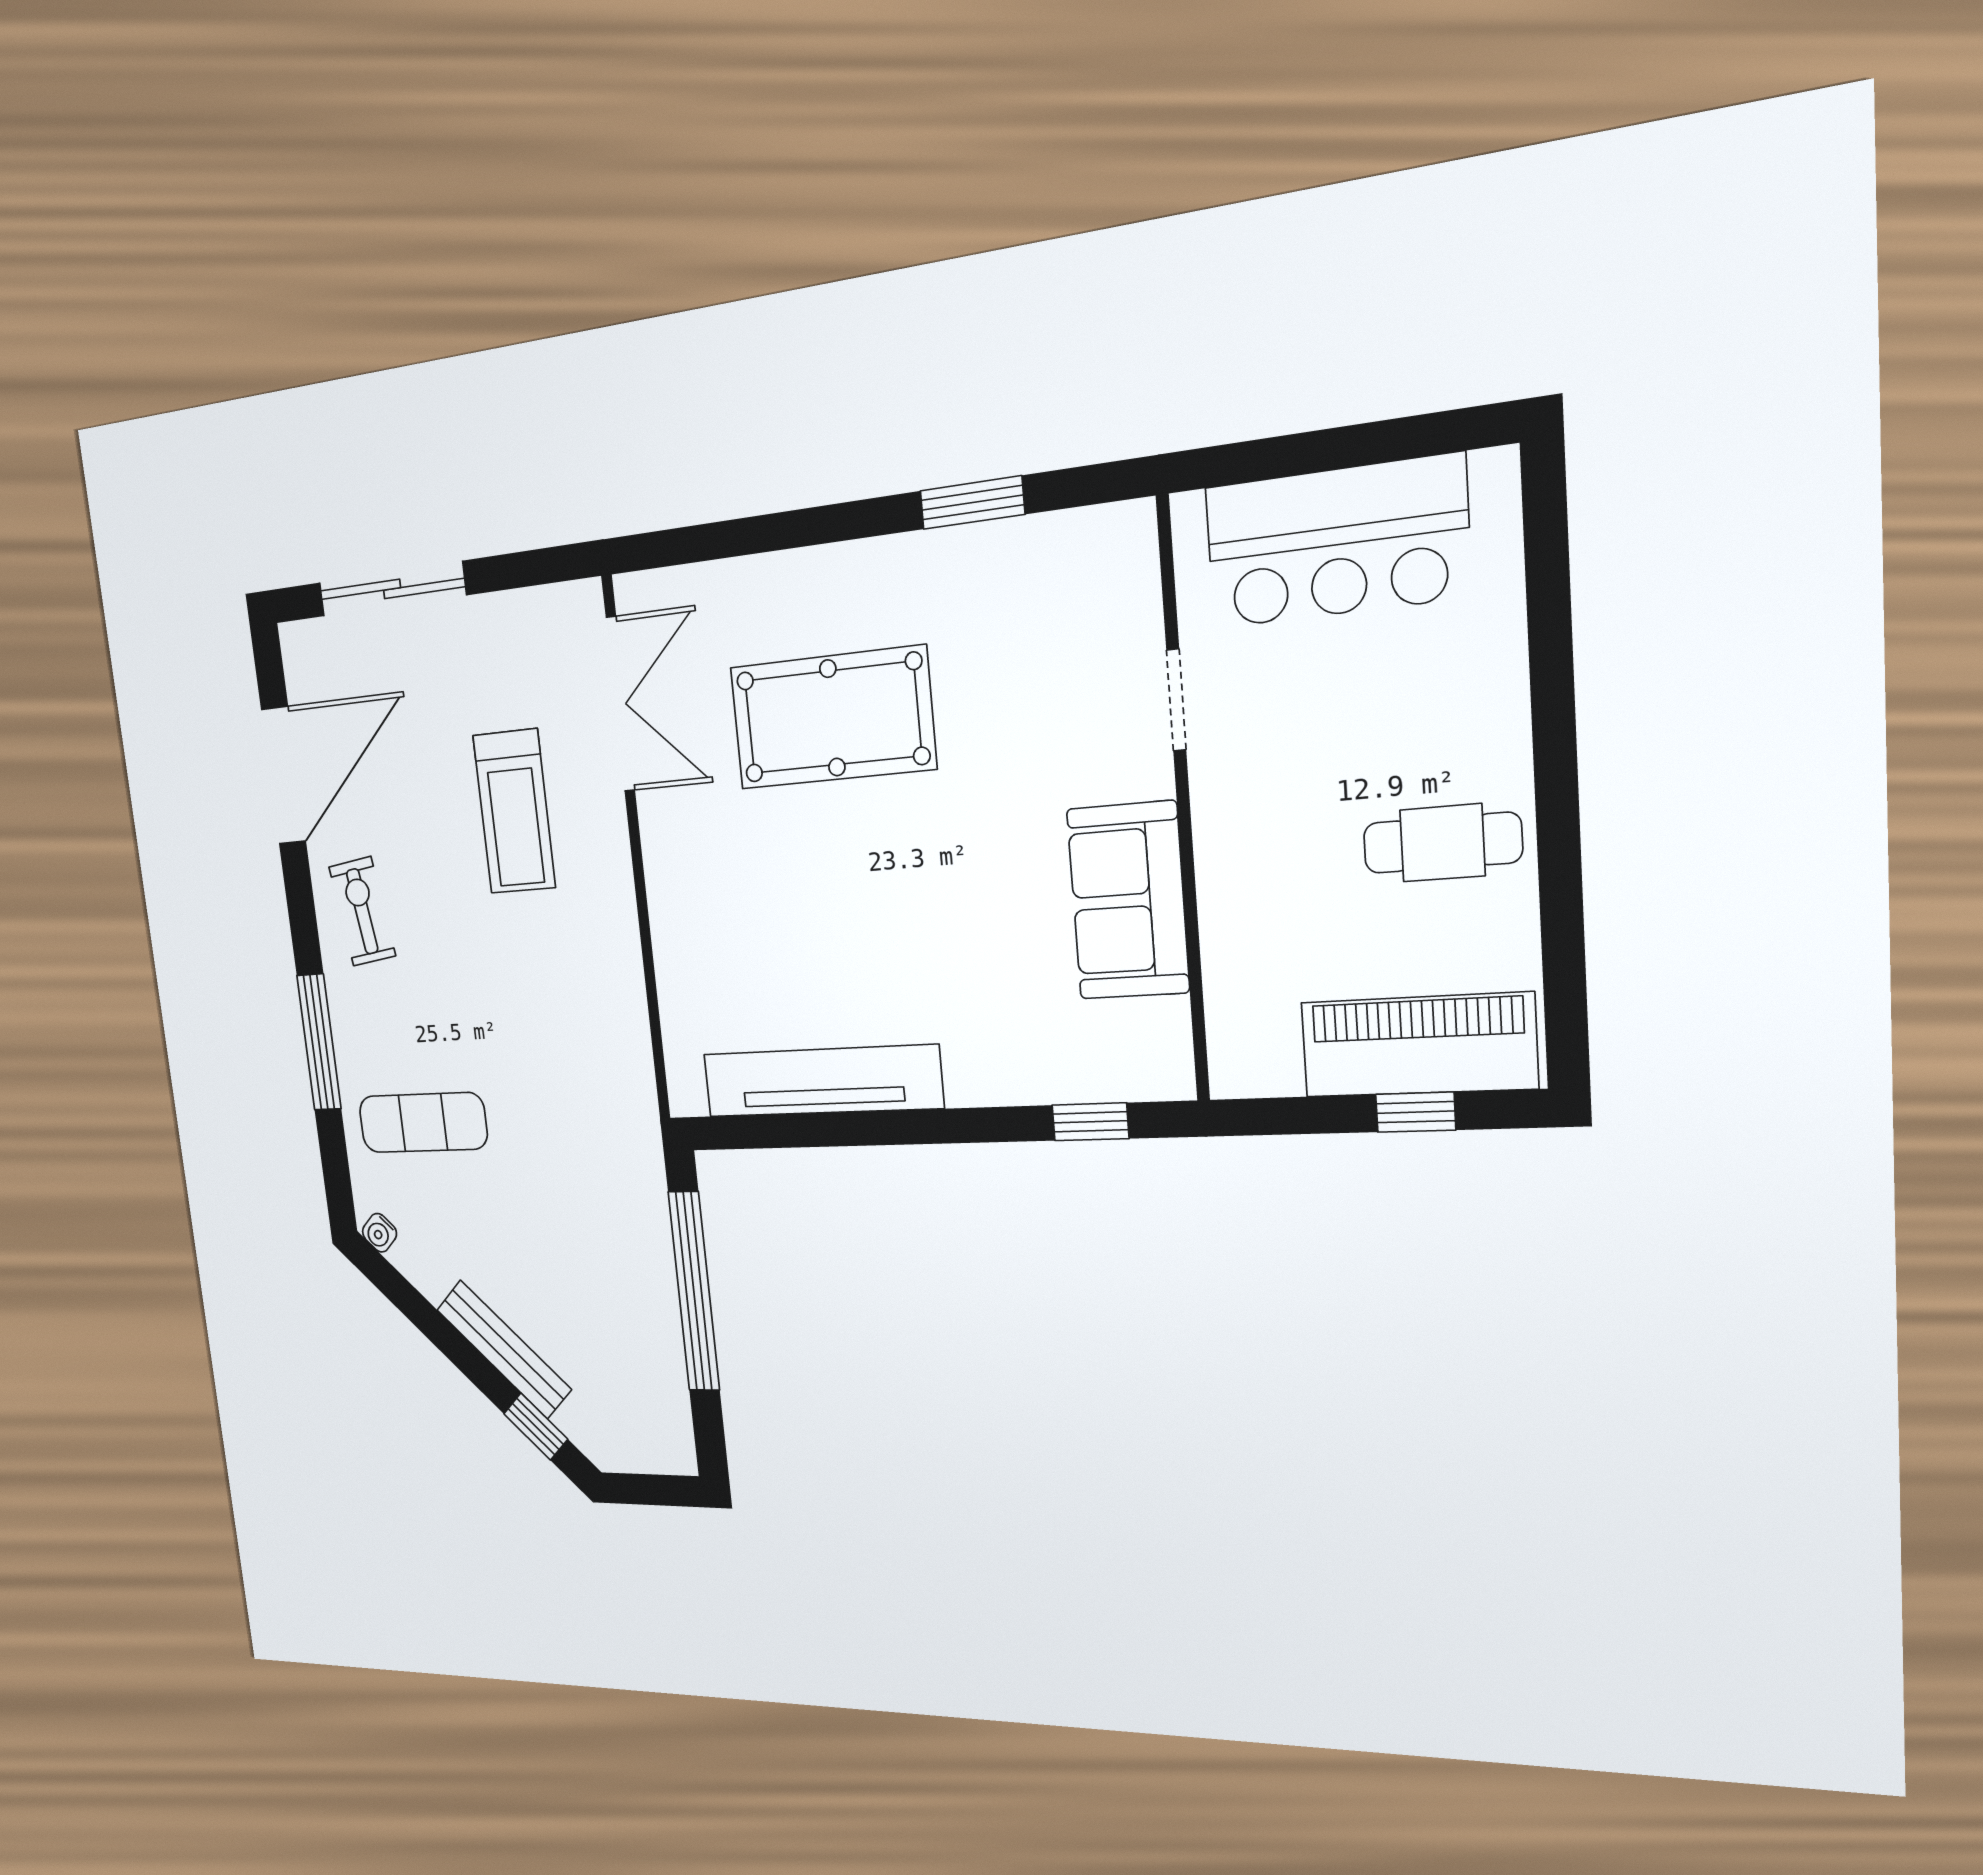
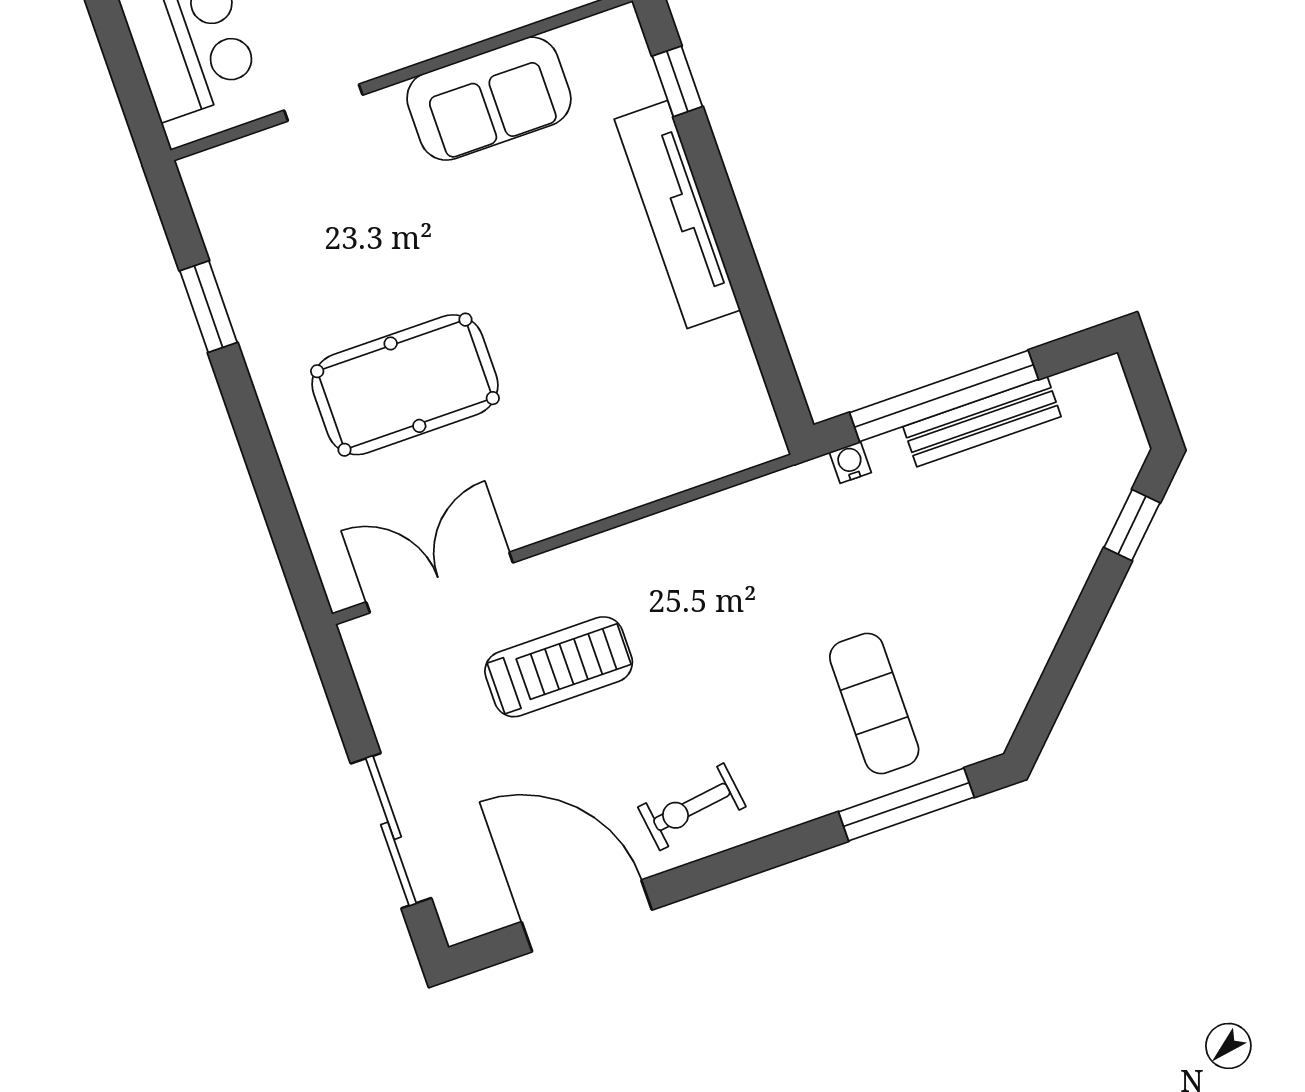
pool table: (832, 718) -> (405, 385), turned 90
window: (319, 1042) -> (906, 805), moved
tv unit: (822, 1081) -> (677, 215), moved
water cooler: (380, 1233) -> (850, 462), moved, turned -135
bench: (504, 1349) -> (982, 422), moved, turned 45

